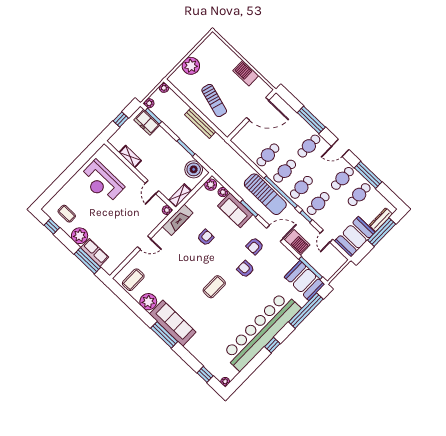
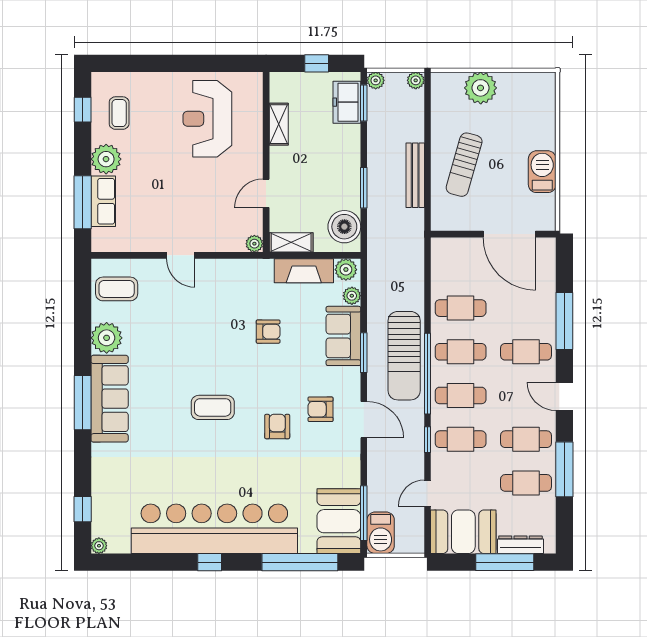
fireplace: (178, 220) -> (304, 271), moved
barbecue: (297, 242) -> (381, 533), moved

